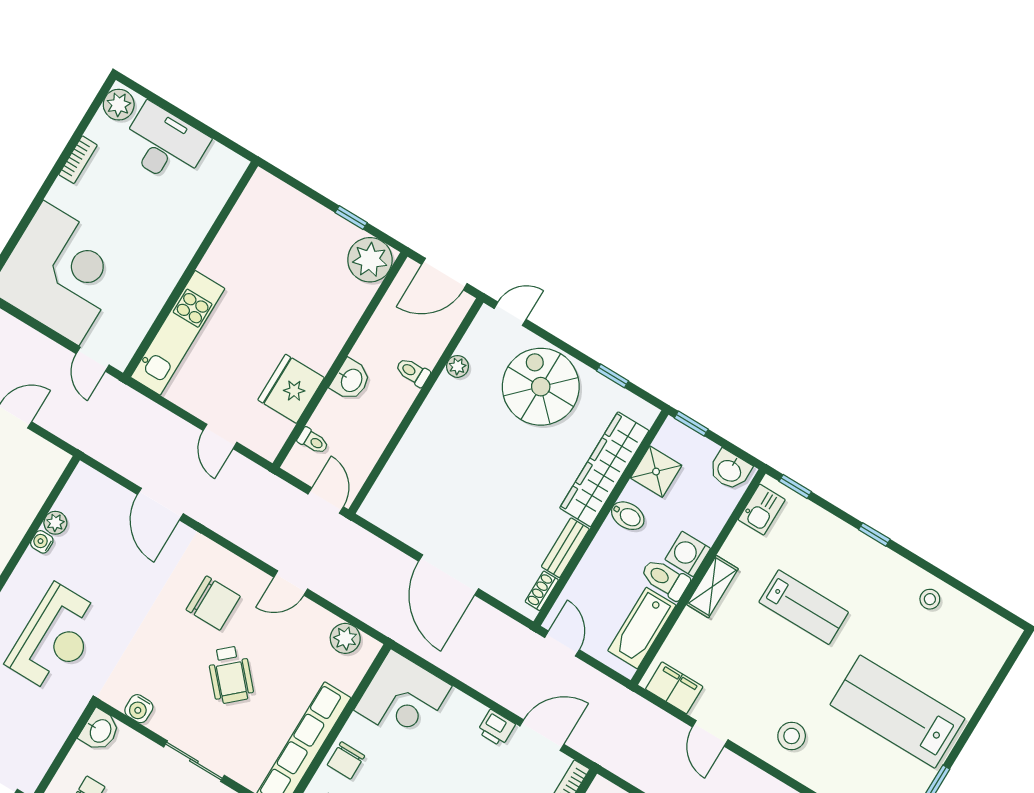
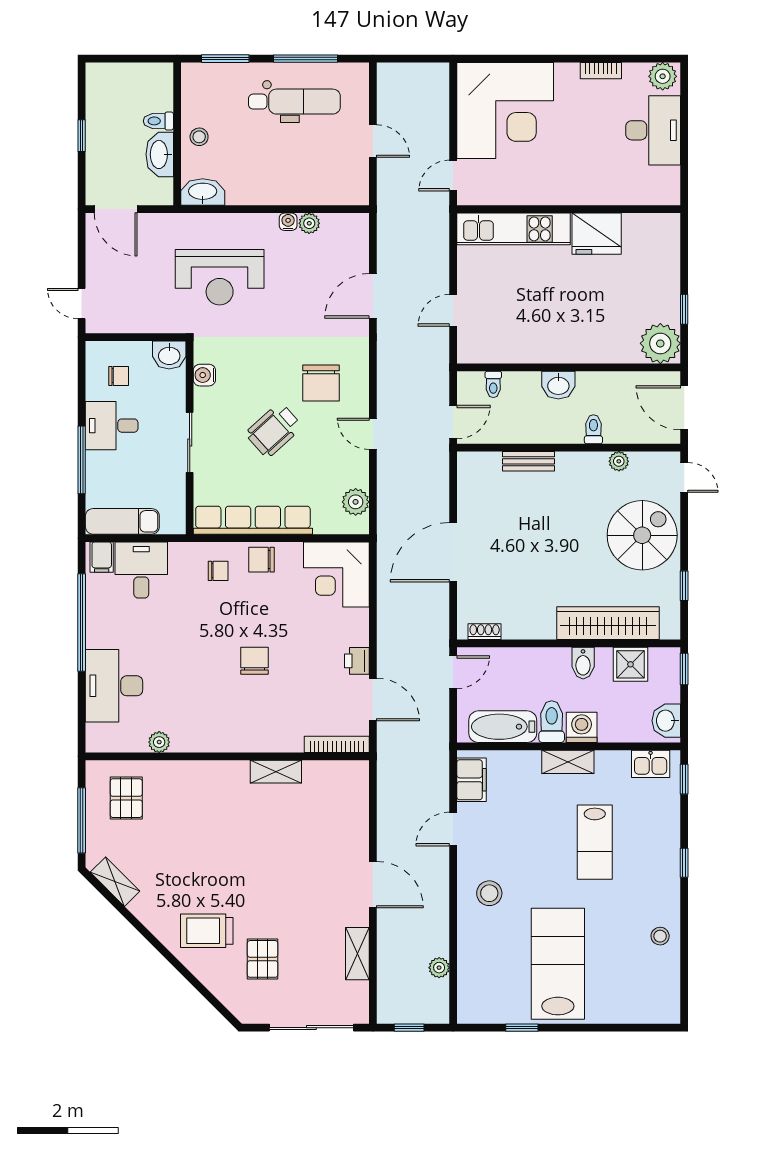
fridge: (291, 389) -> (597, 234), moved, turned 180
bench: (565, 548) -> (529, 461), moved

